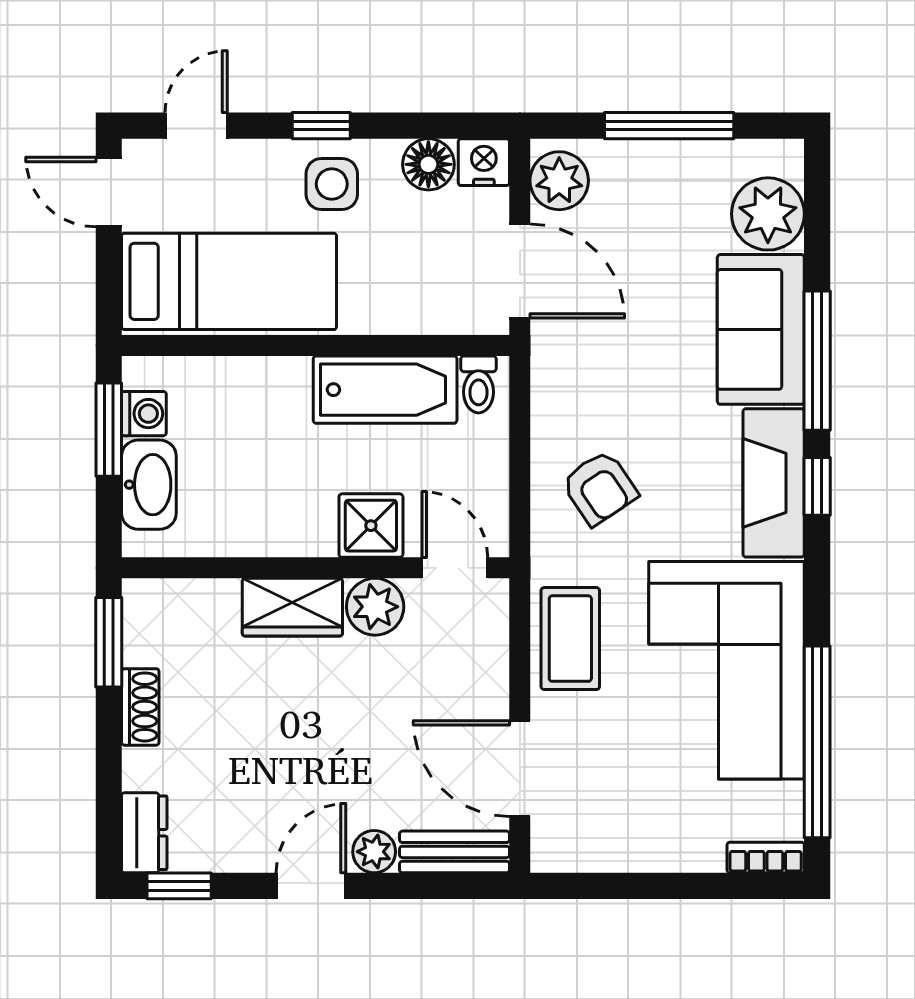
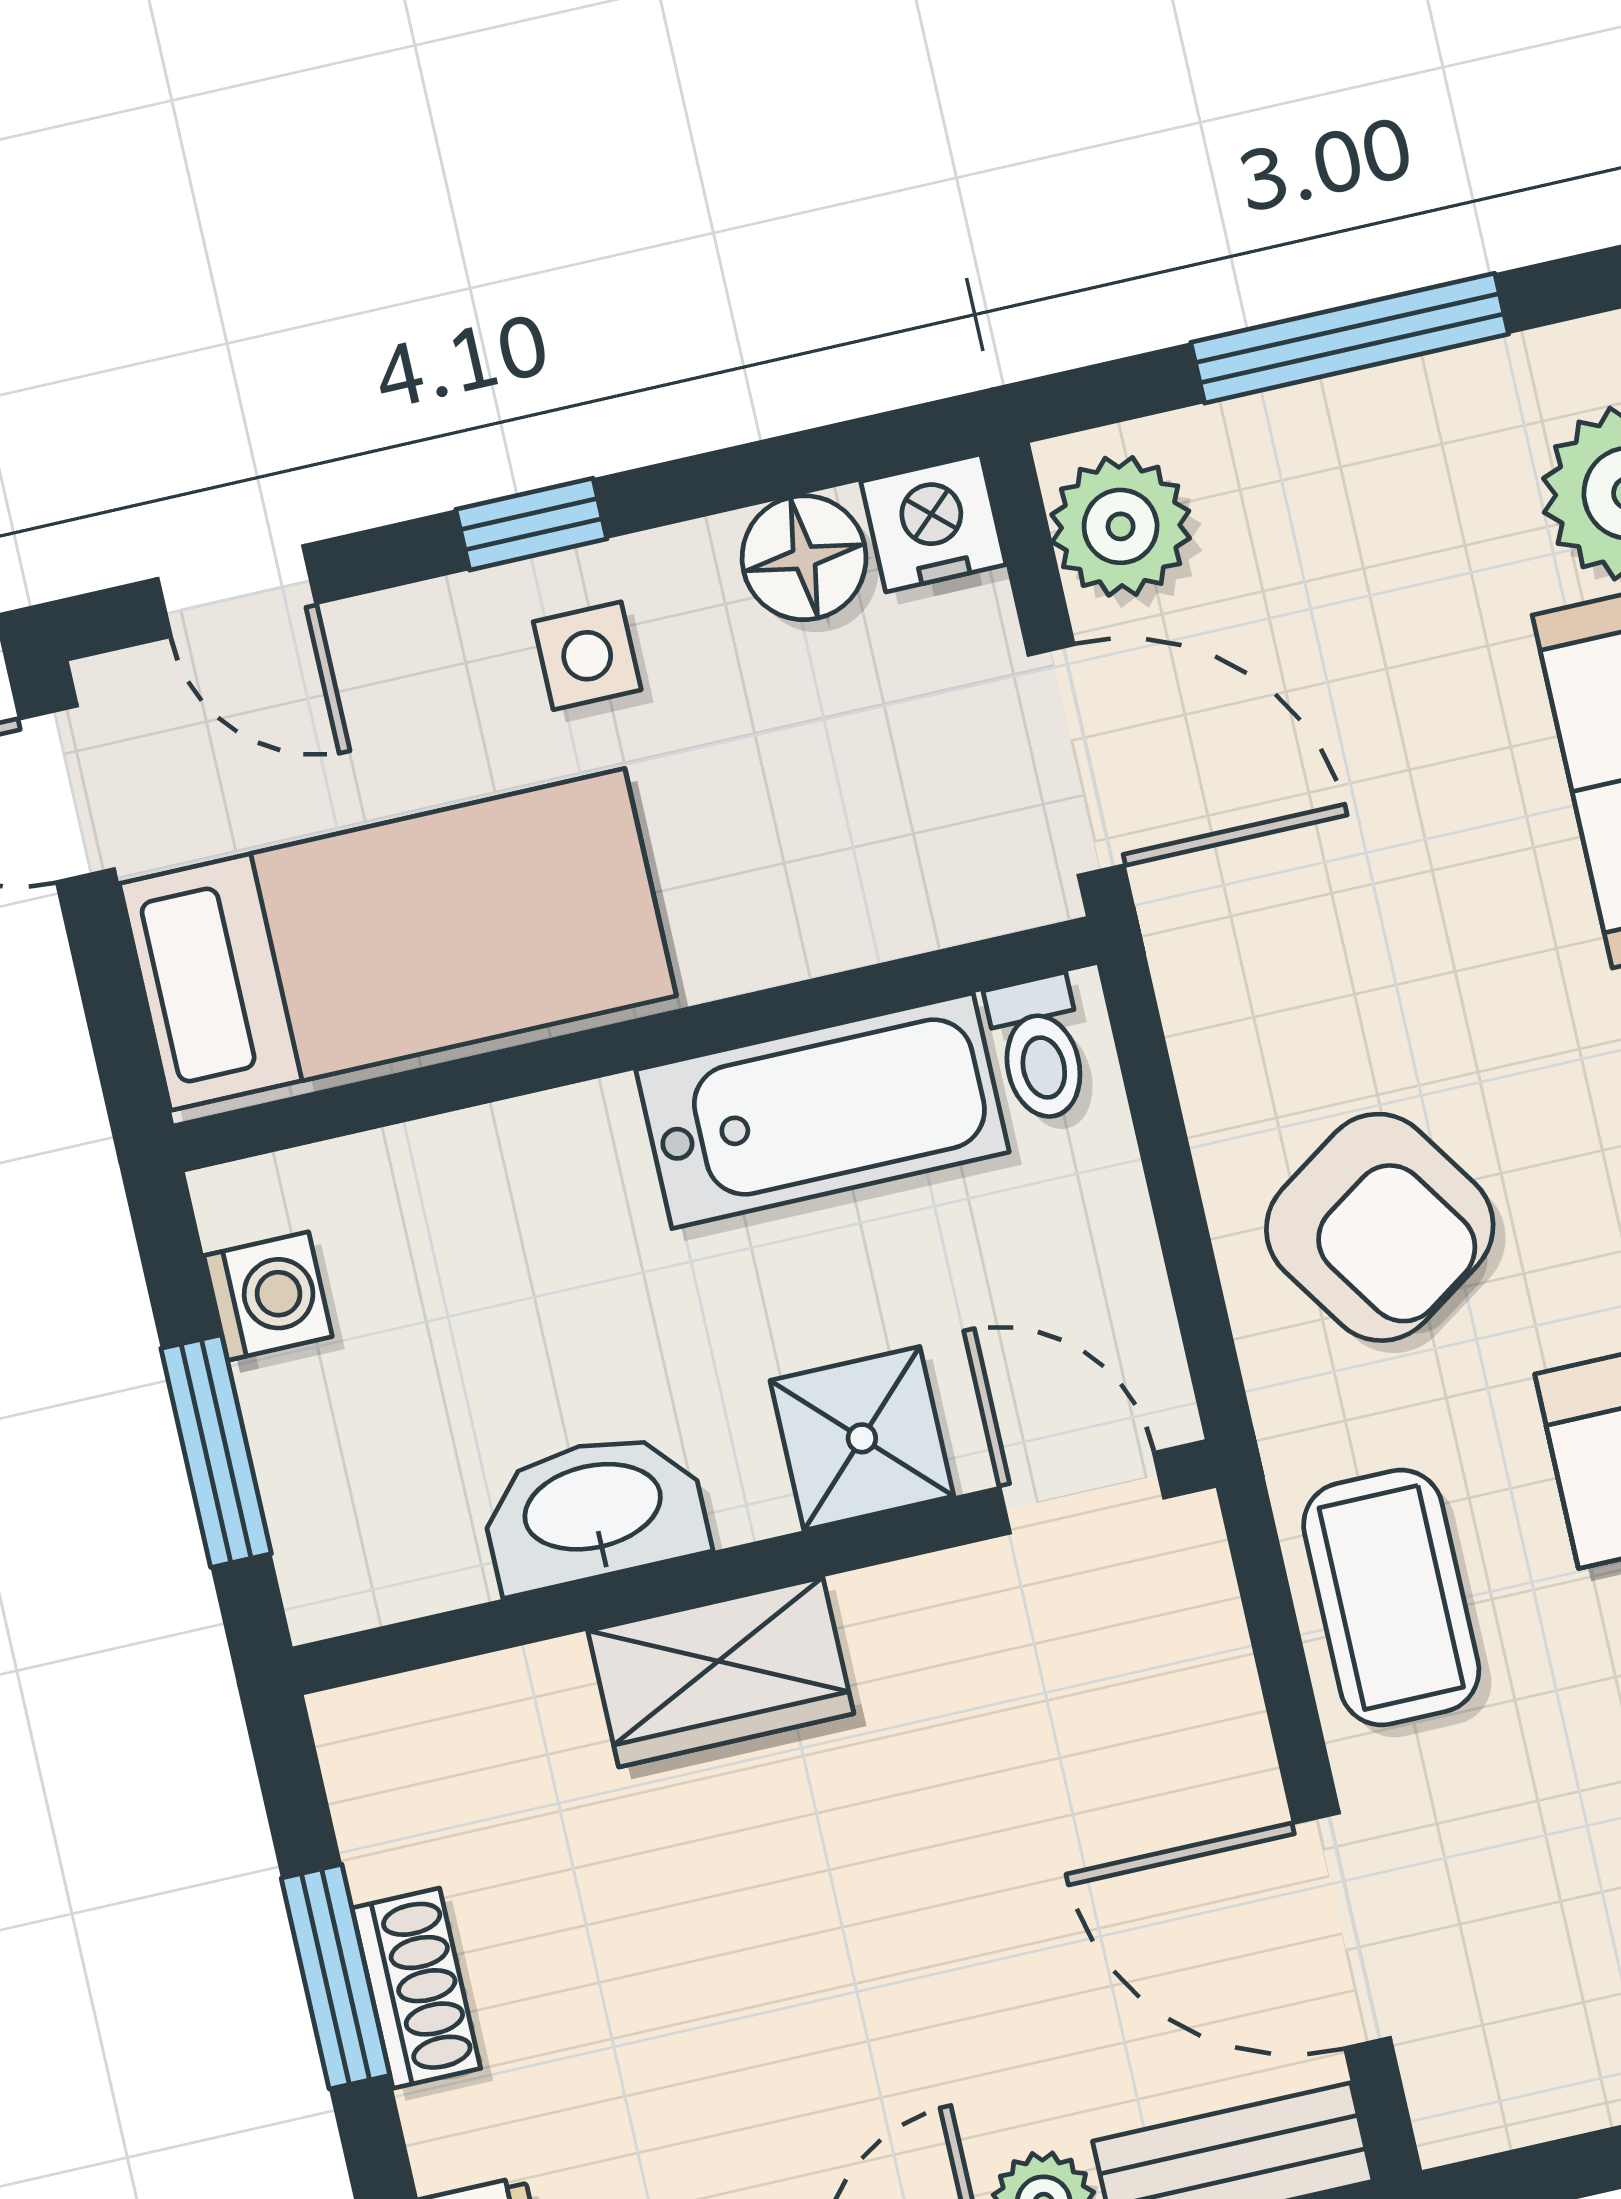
door: (196, 126) -> (237, 591), swing flipped
side table: (332, 184) -> (587, 656), width x0.73, depth x0.73
window: (109, 430) -> (216, 1451), moved
washbasin: (149, 485) -> (593, 1511), moved, turned -90
armchair: (600, 488) -> (1380, 1227), width x1.38, depth x1.38
plant: (375, 607) -> (915, 1627), removed
window: (109, 642) -> (336, 1977), moved

